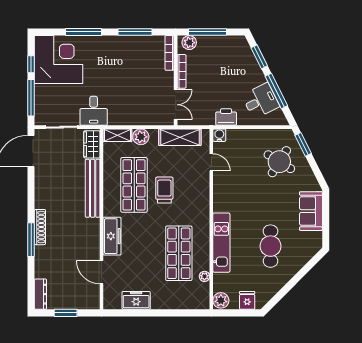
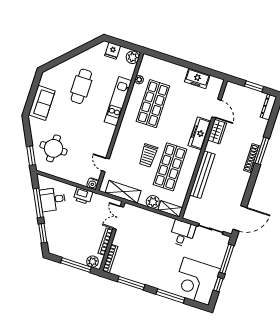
wardrobe: (92, 144) -> (217, 132), moved
round table: (279, 162) -> (54, 148), turned -32

